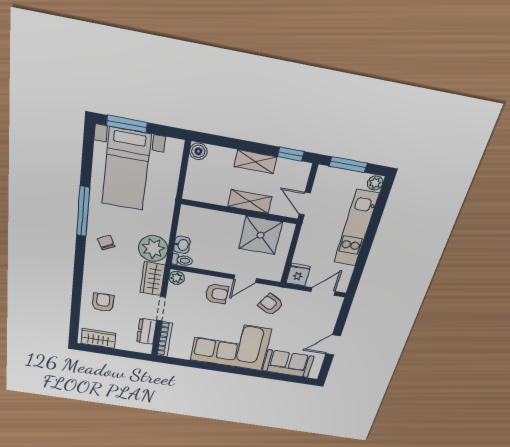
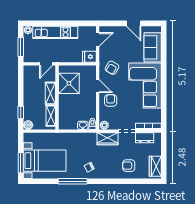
window: (291, 154) -> (21, 113), moved
shelving: (256, 162) -> (51, 116), moved
plant: (153, 249) -> (88, 141), removed
door: (323, 291) -> (98, 40), swing flipped

